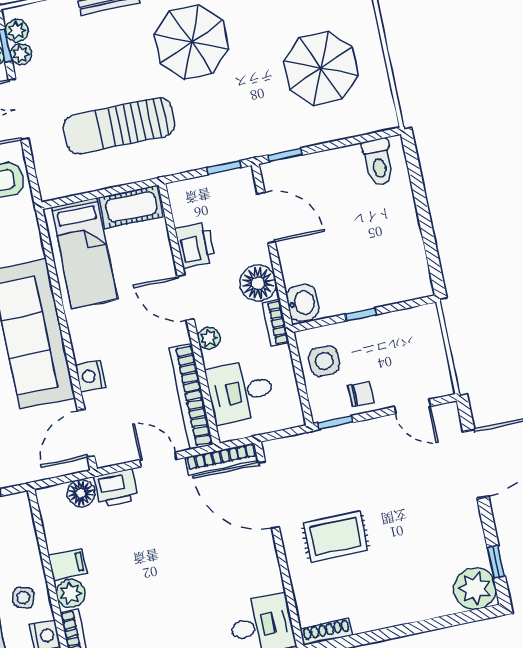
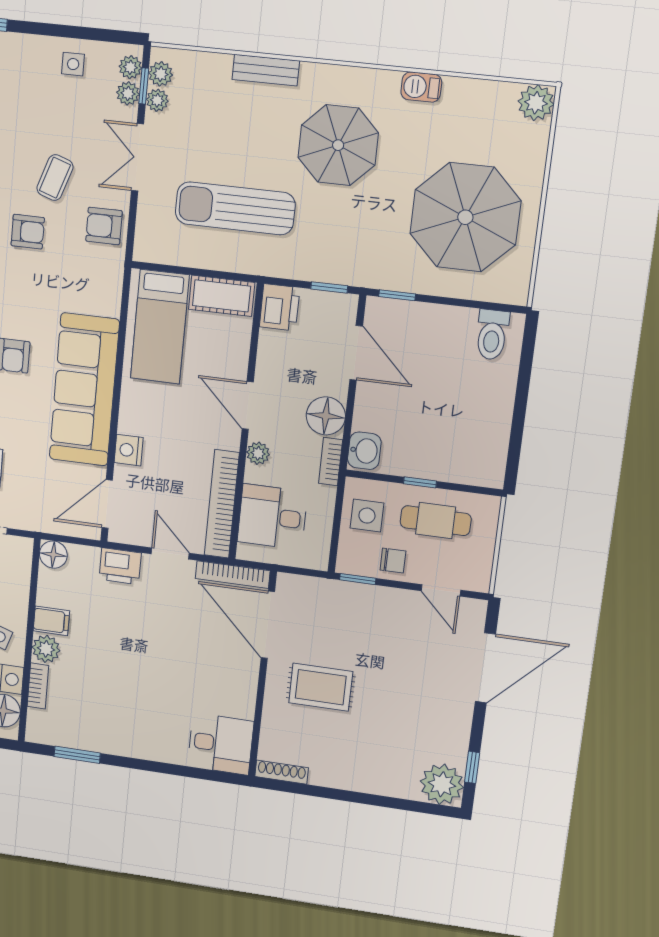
parasol: (321, 68) -> (465, 217), width x1.36, depth x1.36
printer: (195, 245) -> (280, 307), moved
cafe table: (386, 344) -> (436, 521), added
floor lamp: (81, 493) -> (53, 555), moved

